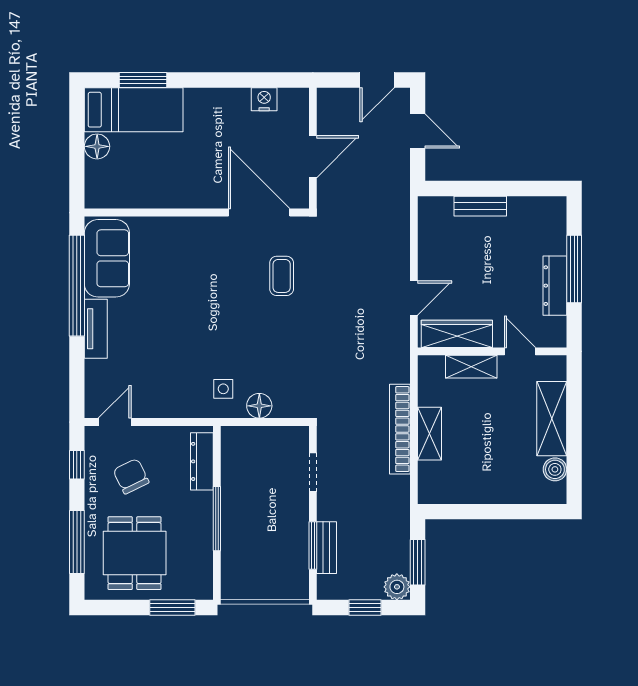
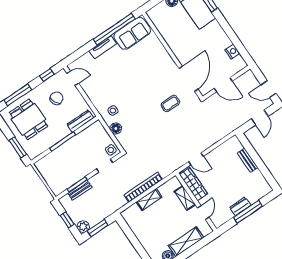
dresser: (555, 286) -> (240, 206), width x0.70
side table: (292, 442) -> (111, 150), added
dining table: (135, 553) -> (29, 119), turned 90

